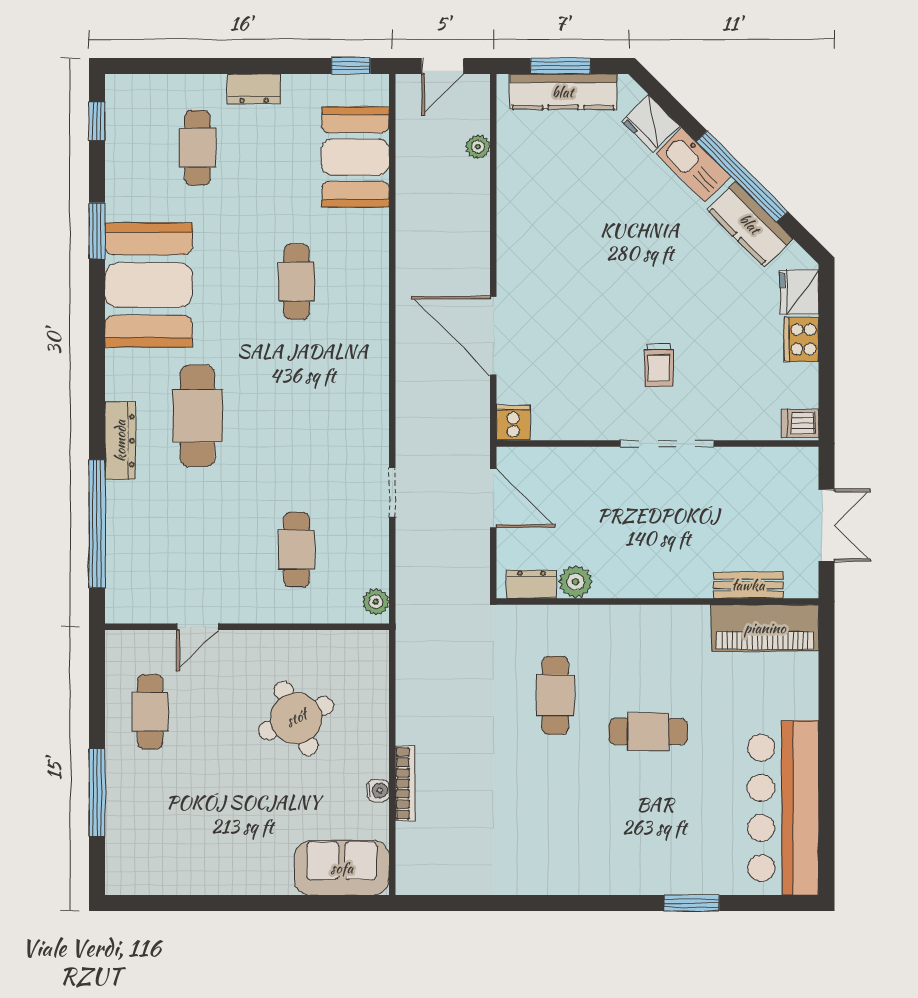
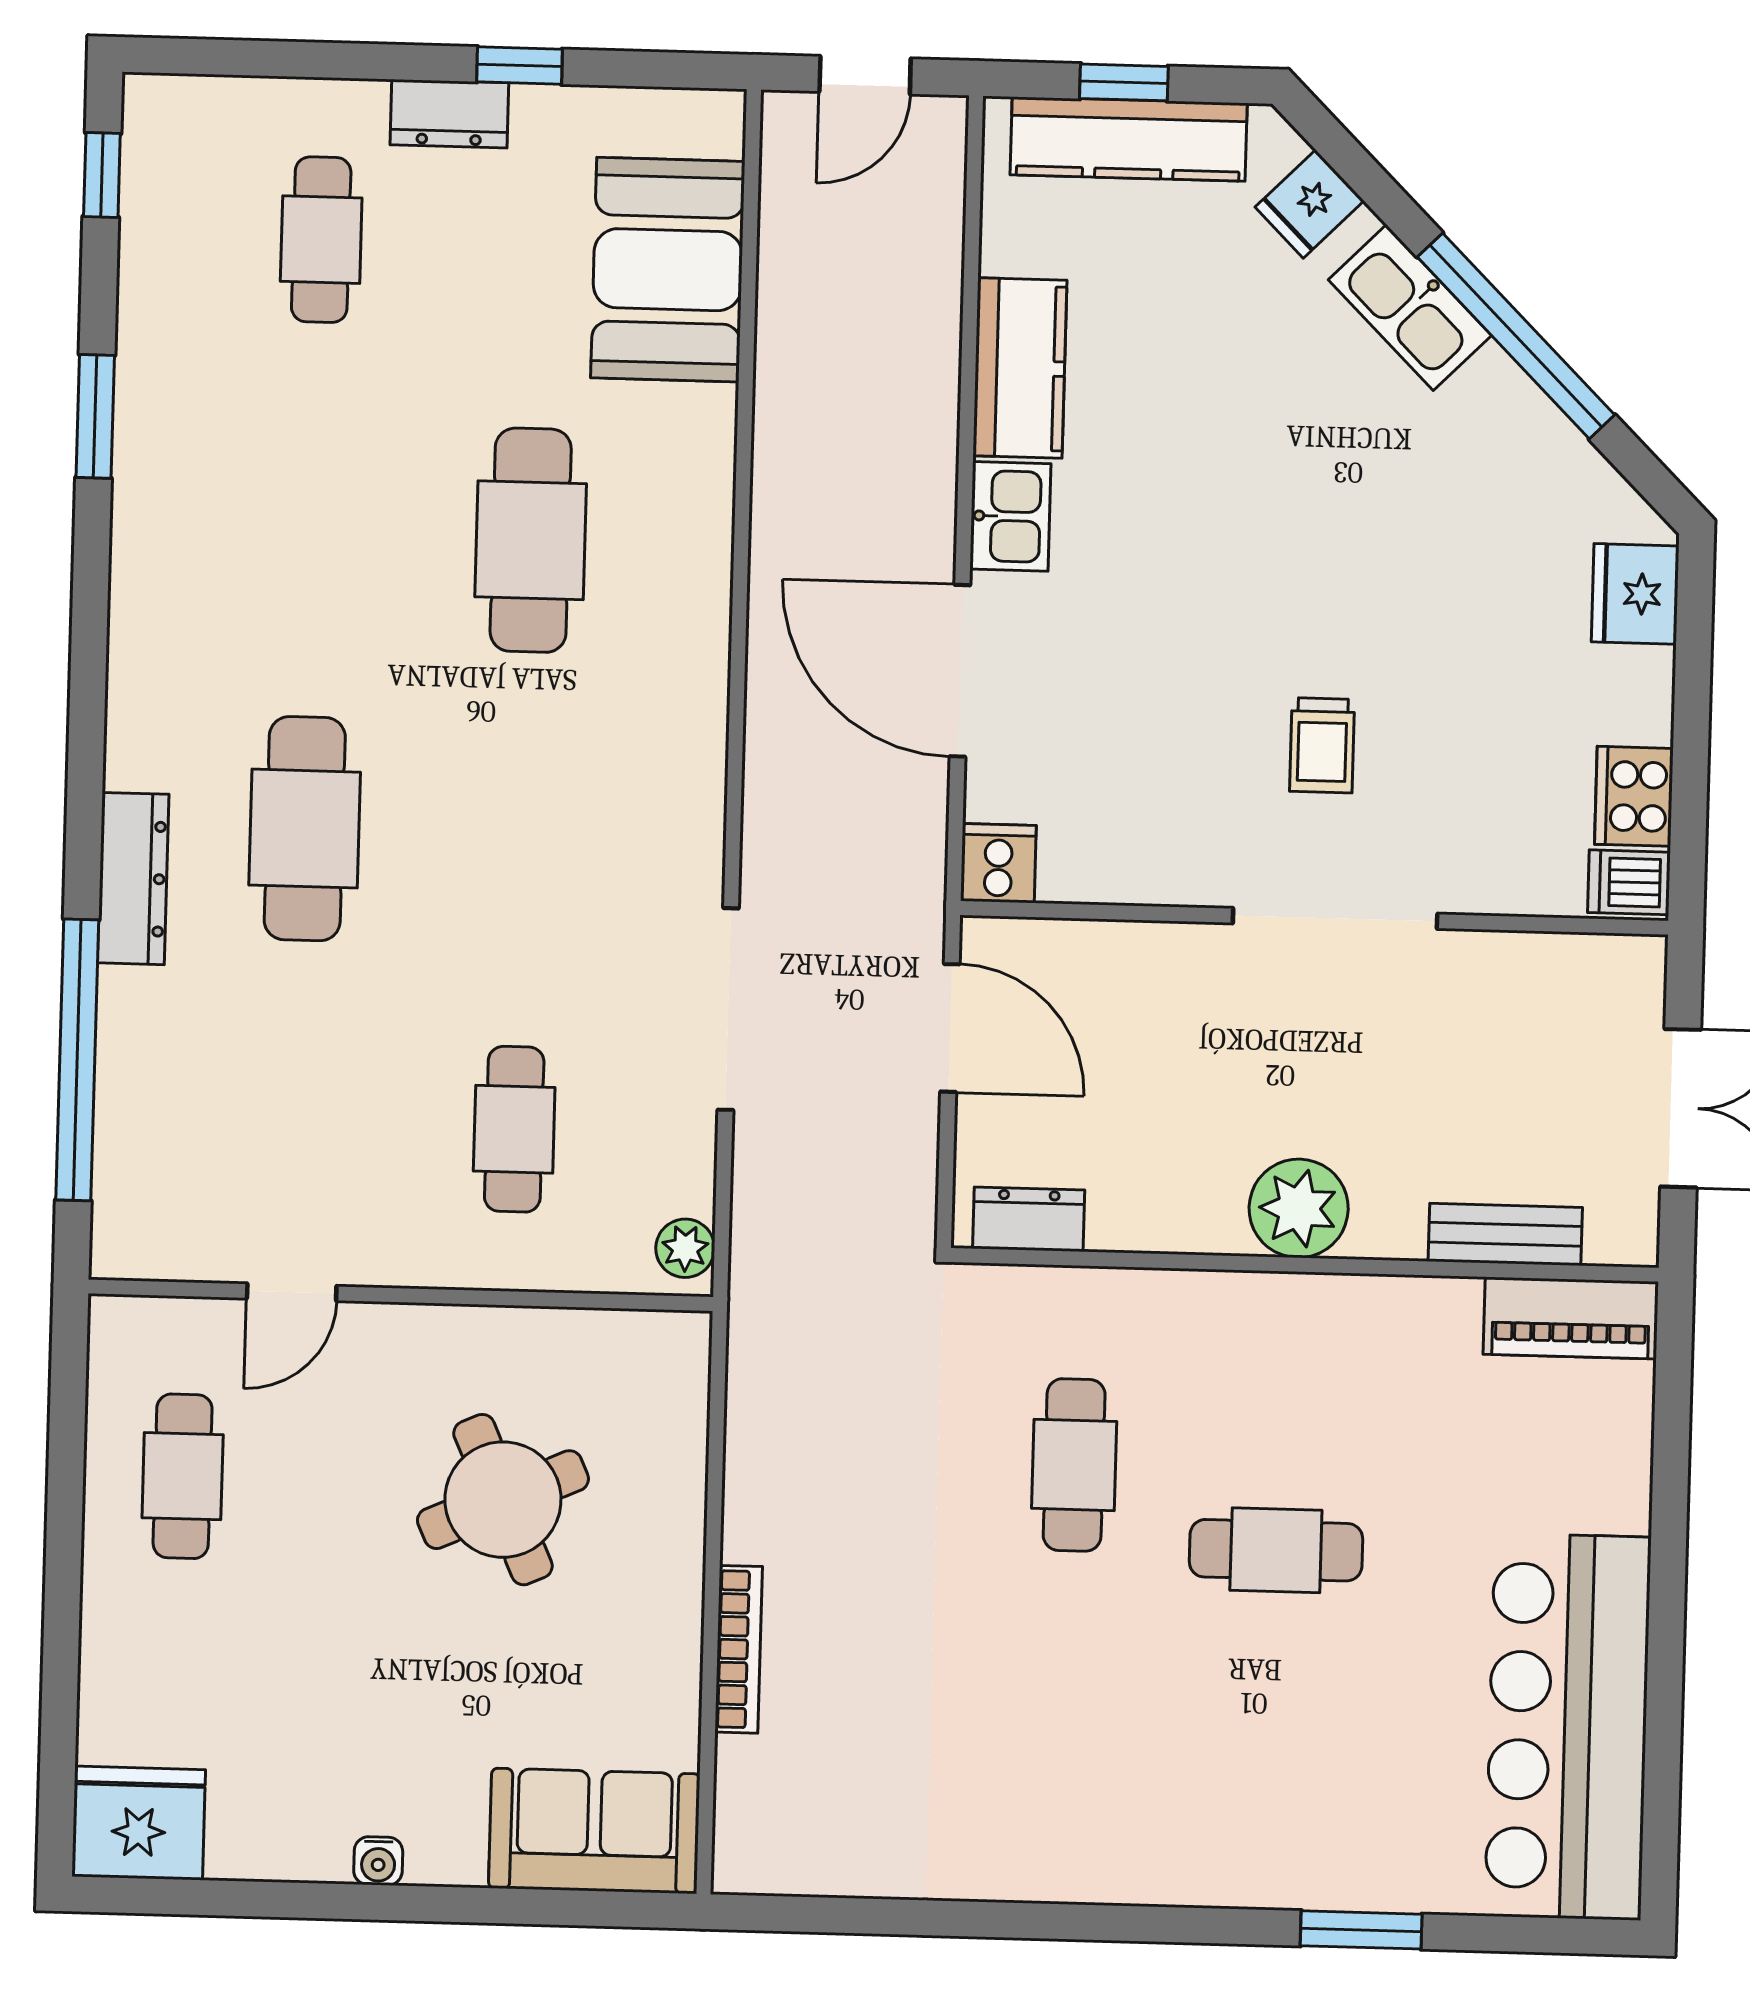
window: (351, 66) -> (520, 66), moved
window: (560, 66) -> (1124, 82), width x0.67
fridge: (651, 123) -> (1309, 204), width x0.72
plant: (478, 147) -> (938, 254), removed
kitchen counter: (750, 224) -> (1020, 368), moved, turned -135
kitchen sink: (514, 265) -> (1010, 516), added
cafe table: (297, 282) -> (531, 540), width x1.37, depth x1.35
booth: (149, 285) -> (205, 538), removed
cooker: (801, 339) -> (1634, 796), moved
doorway: (392, 492) -> (728, 1009), width x1.88
plant: (576, 582) -> (1299, 1208), moved, width x1.36, depth x1.36
piano: (765, 628) -> (1571, 1318), width x0.73, depth x0.75
water cooler: (378, 790) -> (378, 1861), moved, turned 90
window: (97, 793) -> (61, 1651), removed
fridge: (135, 870) -> (139, 1823), added

